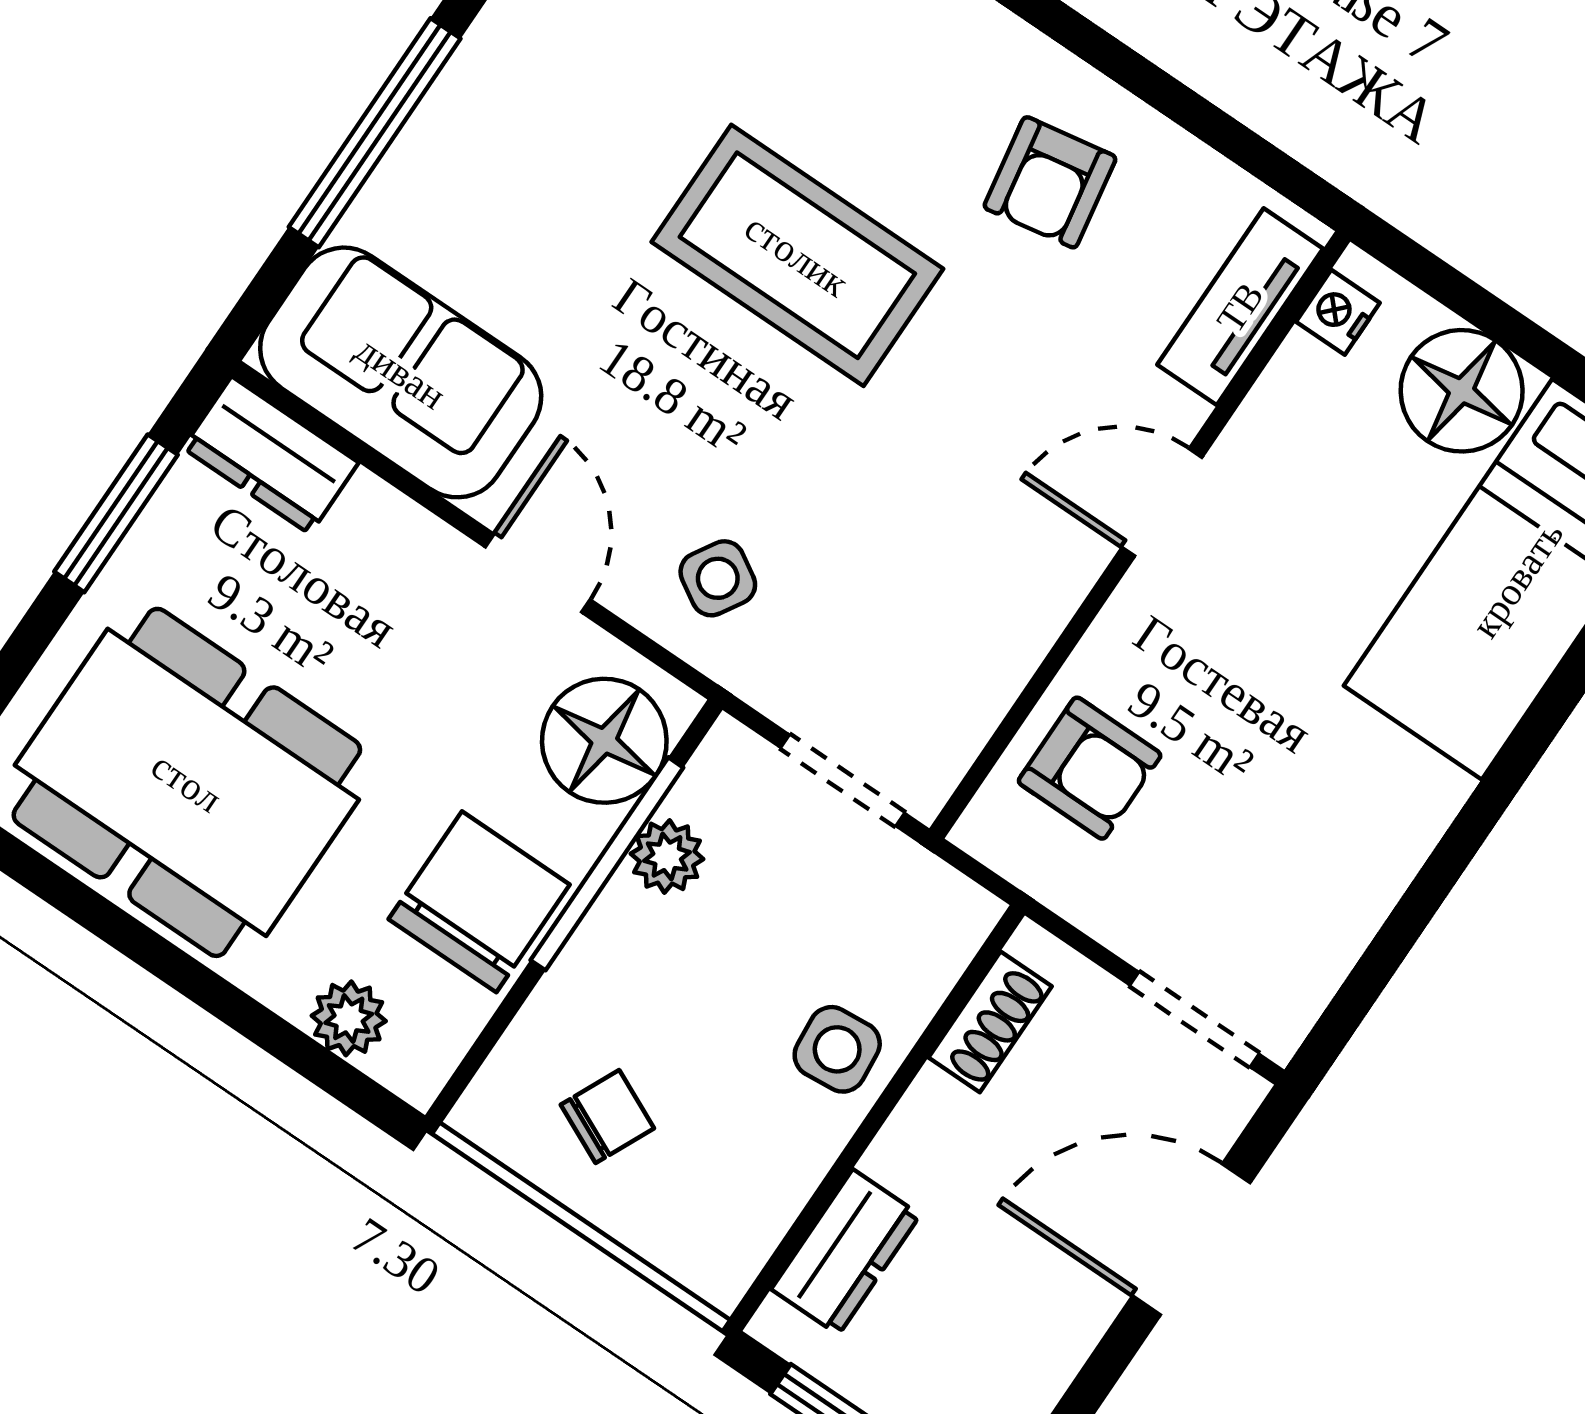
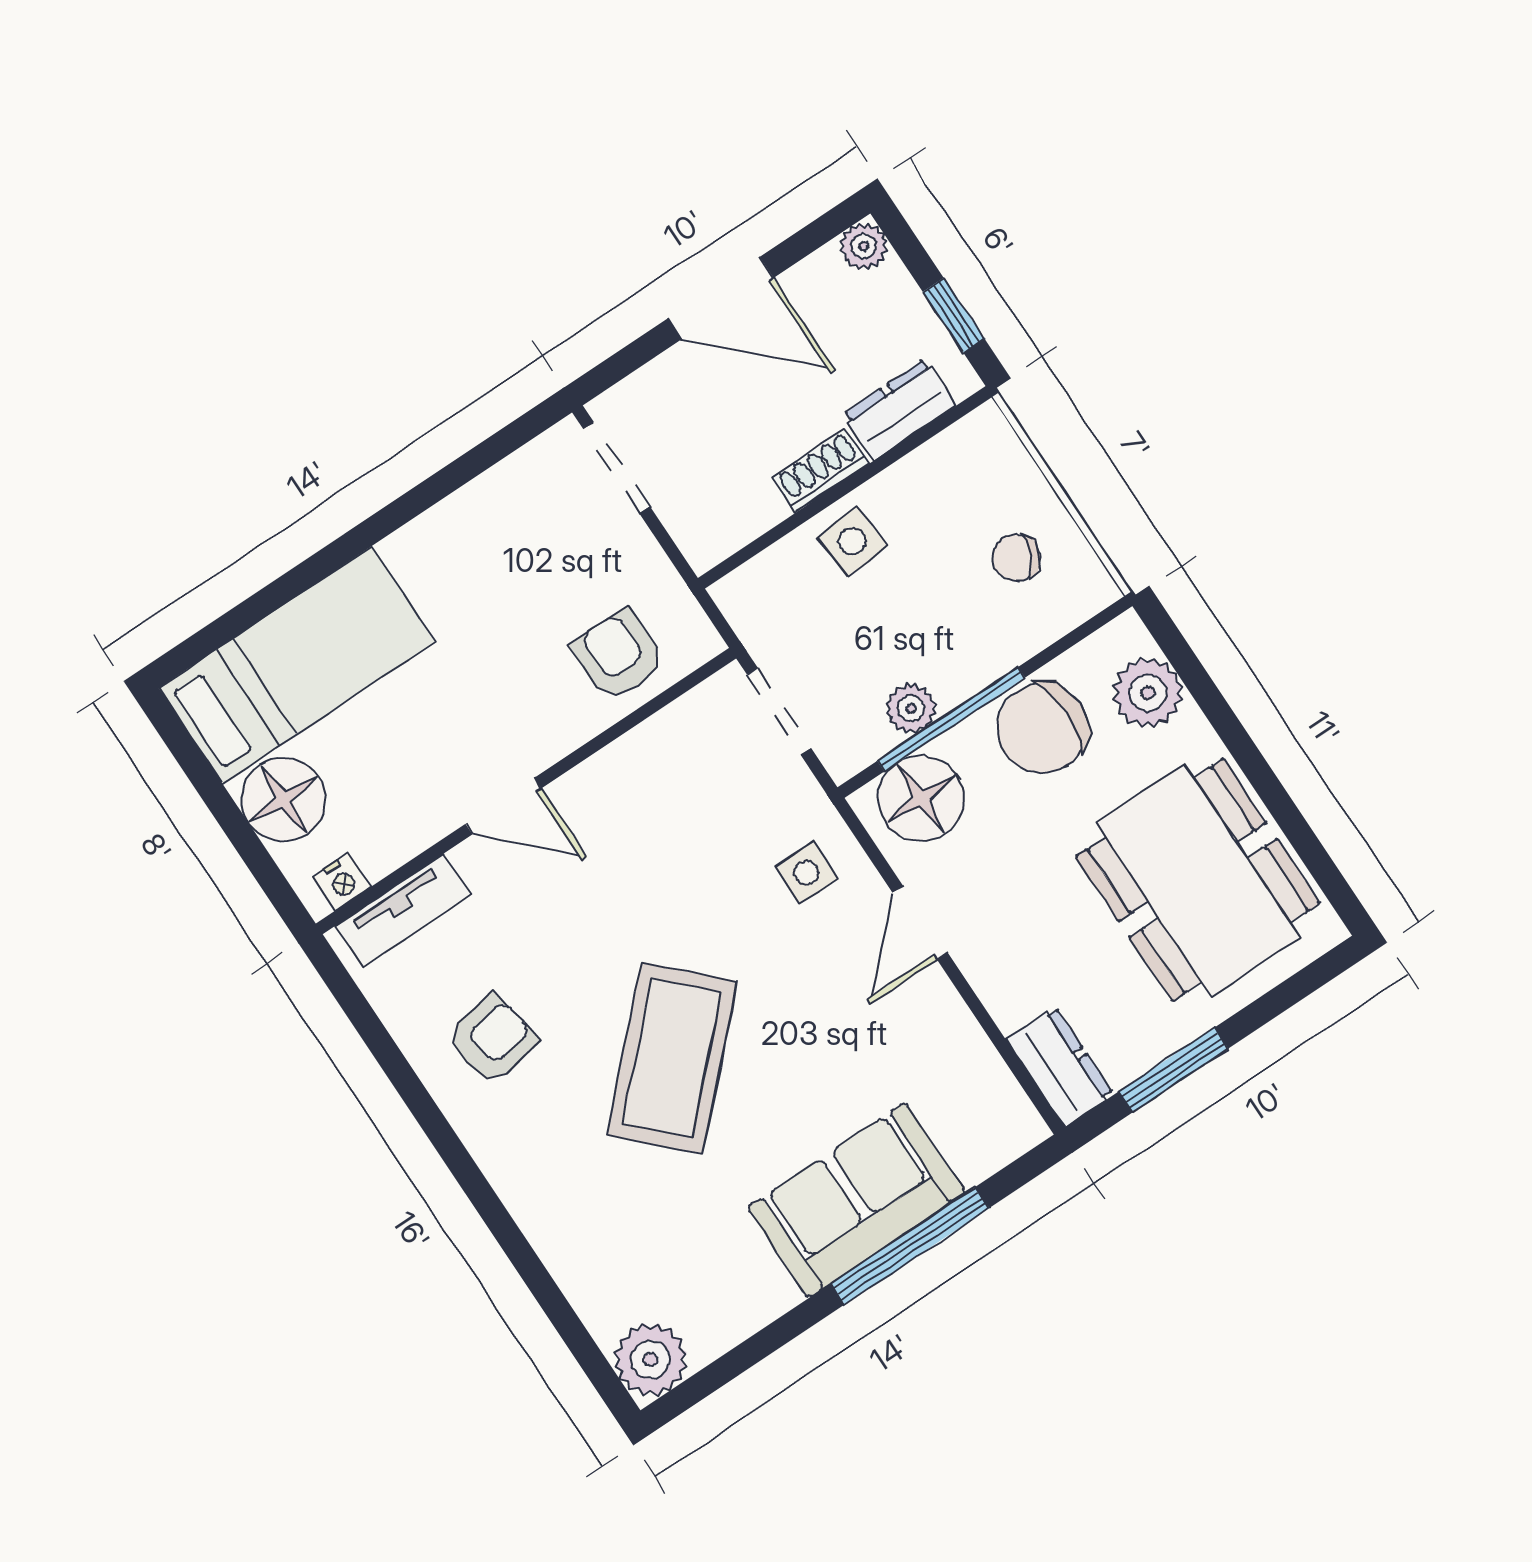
coffee table: (797, 255) -> (672, 1058), turned 45
sofa: (401, 372) -> (857, 1200), moved, turned 90
side table: (718, 578) -> (806, 873), turned -31
plant: (349, 1018) -> (1148, 693), width x1.38, depth x1.38
shoe rack: (990, 1022) -> (821, 470), moved
door: (1191, 1239) -> (721, 298), moved

